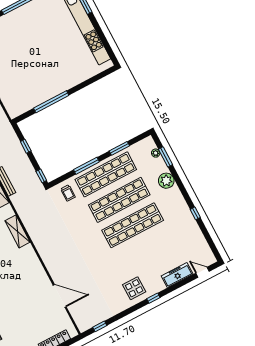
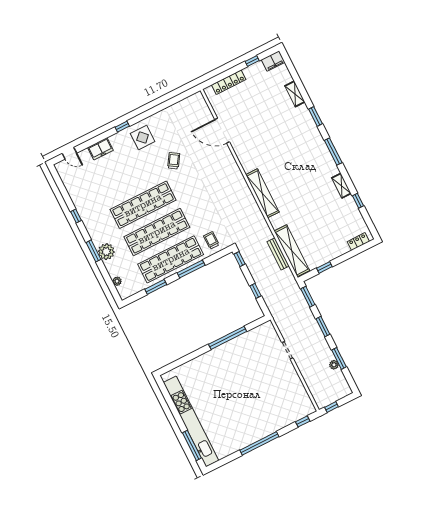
window: (165, 157) -> (94, 251), moved
shelving: (17, 231) -> (262, 193), width x1.47
trolley: (105, 267) -> (174, 161), added
freezer: (177, 275) -> (100, 149), width x0.71
window: (100, 326) -> (180, 97), removed

